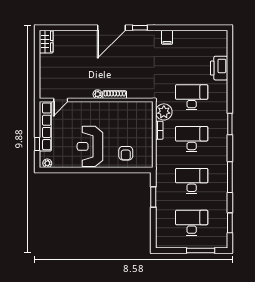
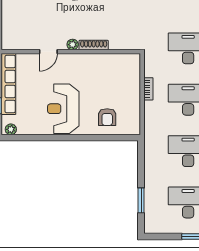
door: (61, 100) -> (48, 52), moved
plant: (164, 112) -> (154, 66), removed
window: (153, 197) -> (141, 200), moved

